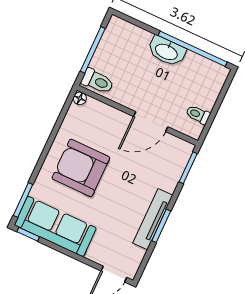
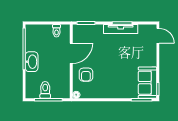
toilet: (97, 81) -> (45, 90), moved
door: (151, 122) -> (71, 53), hinge flipped
armchair: (81, 168) -> (86, 75), moved, width x0.53, depth x0.53
sofa: (55, 226) -> (147, 83), width x0.73

